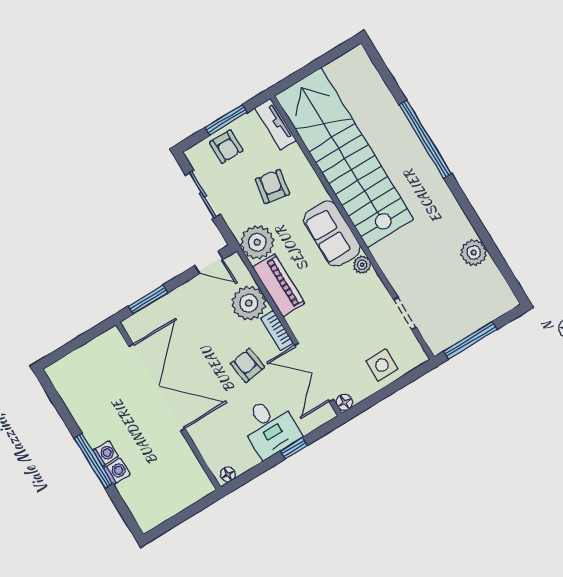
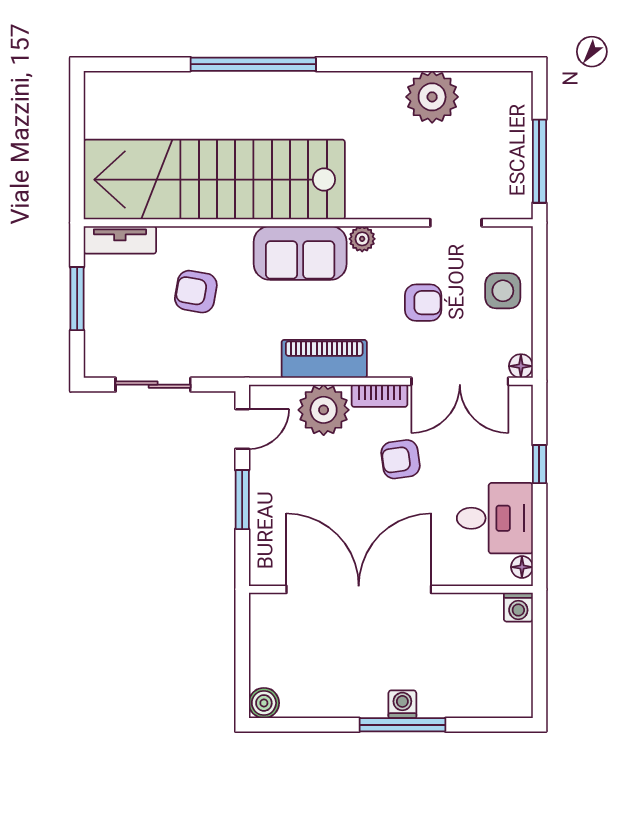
armchair: (226, 147) -> (423, 303), moved
plant: (257, 242) -> (254, 353), removed
plant: (474, 253) -> (432, 97), width x1.36, depth x1.36
window: (148, 300) -> (242, 500), moved
boiler: (57, 372) -> (264, 703), added
desk: (270, 427) -> (495, 518), moved
washing machine: (117, 471) -> (518, 607), moved, turned 180

